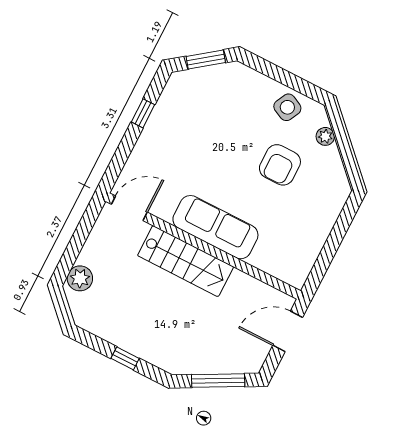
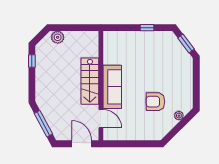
side table: (287, 107) -> (183, 92), removed
door: (129, 208) -> (101, 119), moved
window: (125, 358) -> (32, 61), moved

